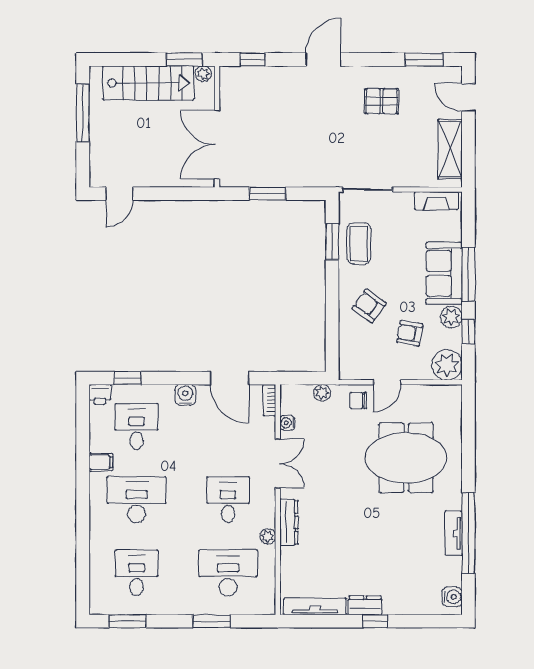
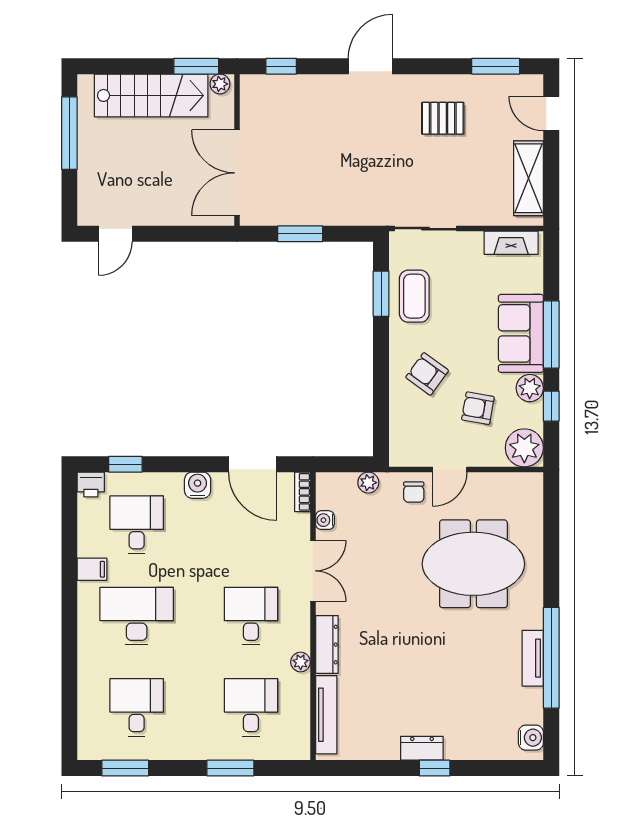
chair: (358, 400) -> (414, 492), turned -90
desk: (228, 573) -> (251, 708), width x0.73
tv unit: (315, 606) -> (326, 715), moved, turned 90

